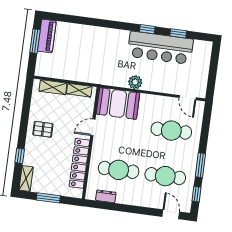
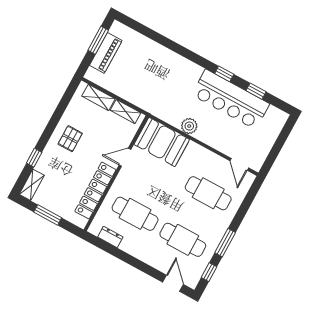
piano: (47, 36) -> (106, 53), moved
pallet: (43, 129) -> (70, 139), turned 90

